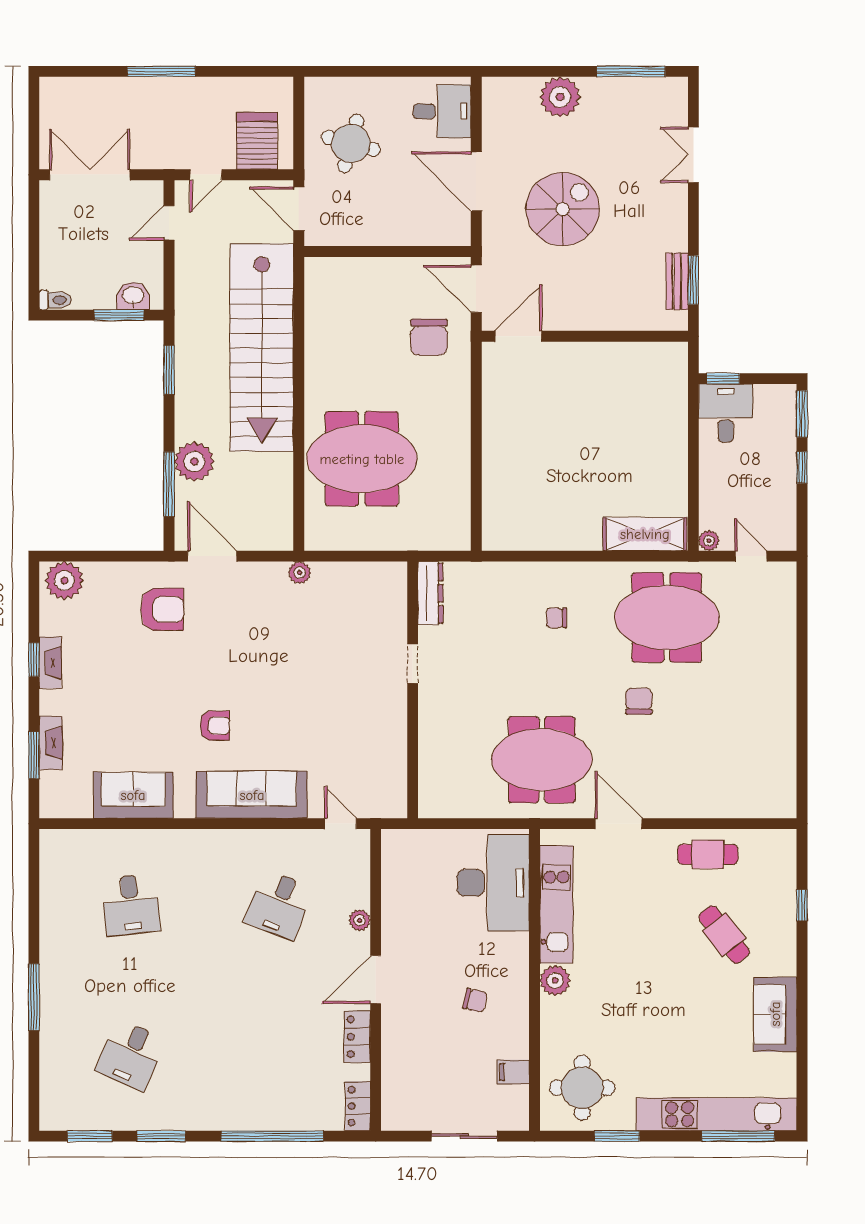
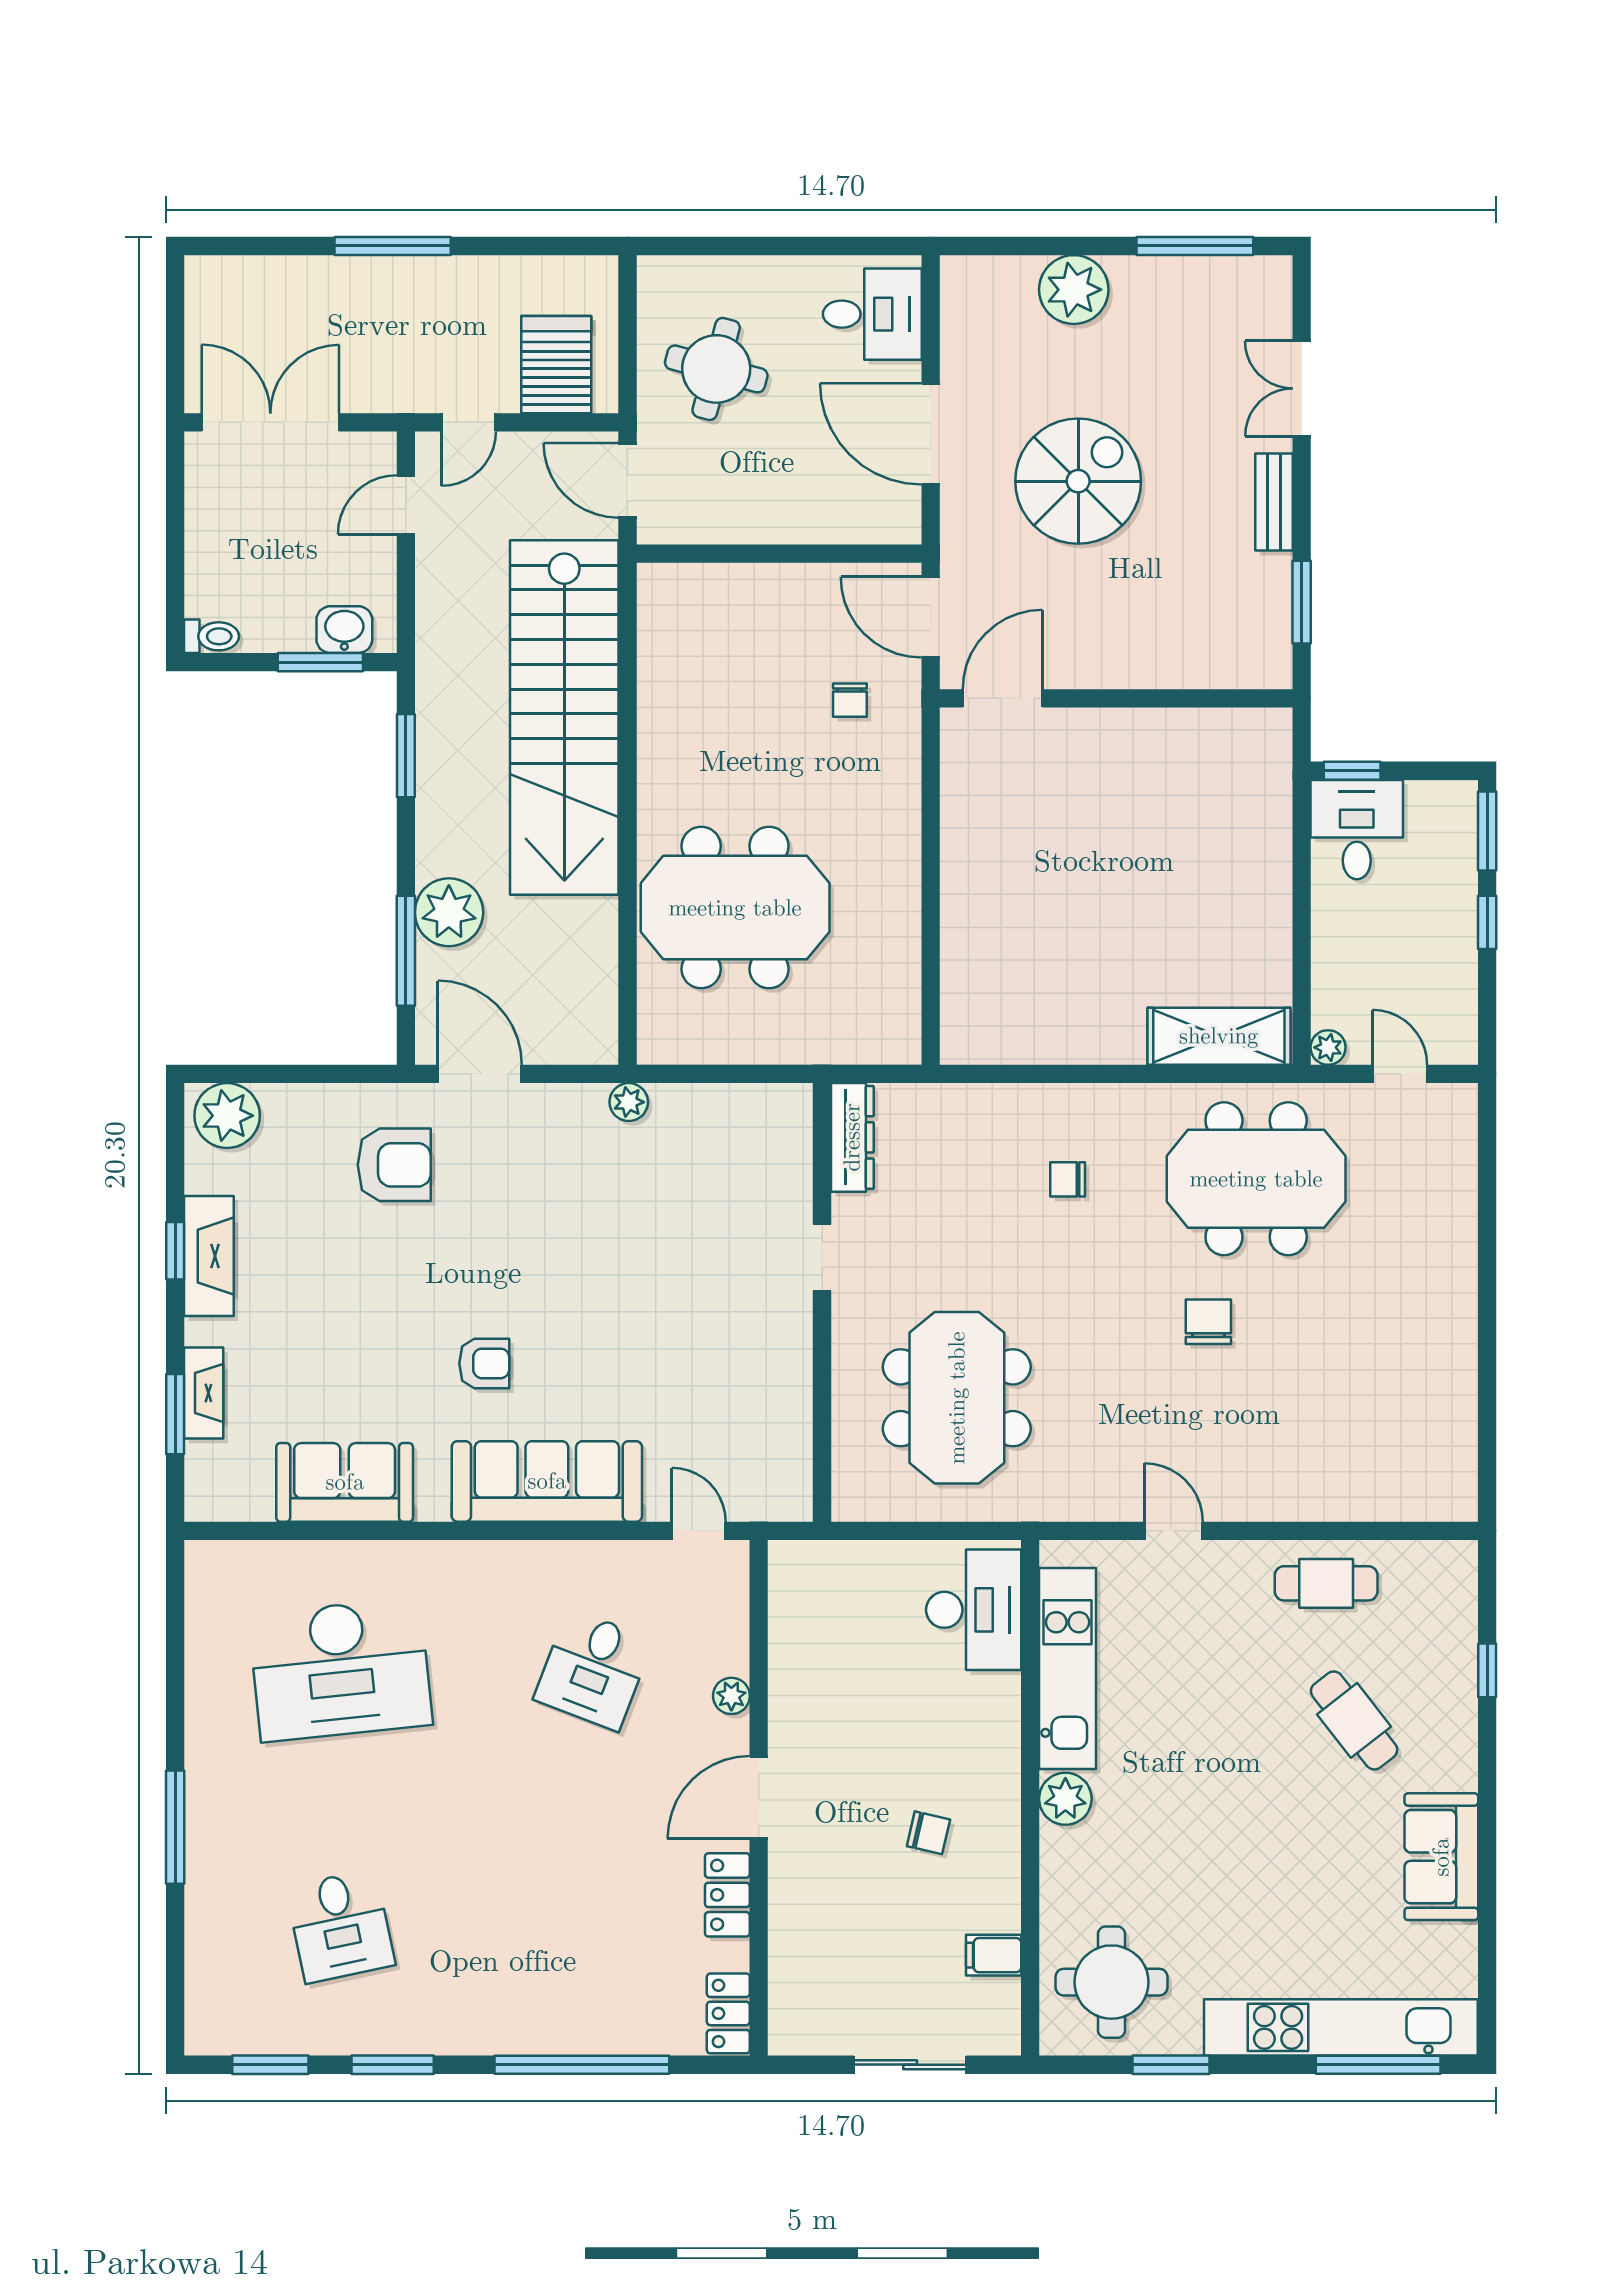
bench: (677, 281) -> (1274, 502), moved
chair: (429, 337) -> (850, 700), width x0.54, depth x0.54
fireplace: (50, 663) -> (209, 1256), width x1.37, depth x1.32
meeting table: (542, 760) -> (957, 1398), moved, turned 90
door: (619, 824) -> (1174, 1531), width x0.73
desk: (493, 883) -> (974, 1610), width x0.73, depth x0.77
desk: (131, 905) -> (340, 1670), width x1.87, depth x1.30
desk: (131, 1055) -> (340, 1926), turned -36

